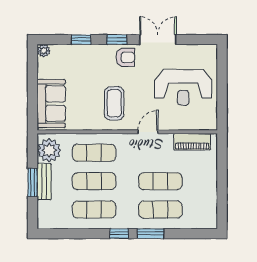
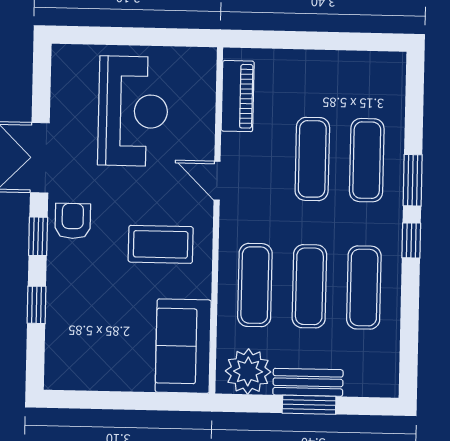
plant: (44, 51) -> (56, 378), removed
sofa: (51, 104) -> (183, 346), moved, turned -90

